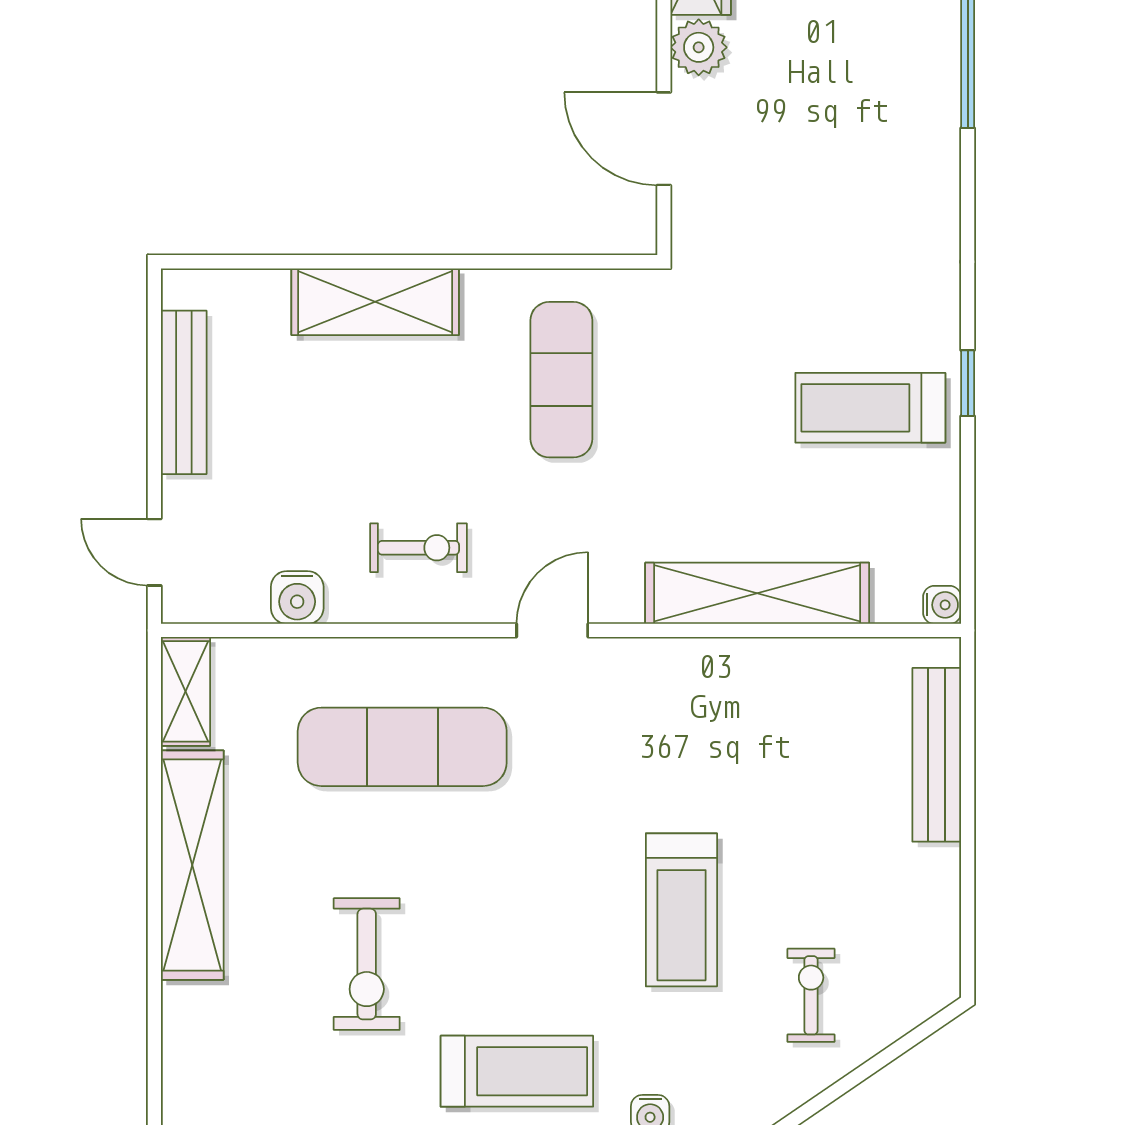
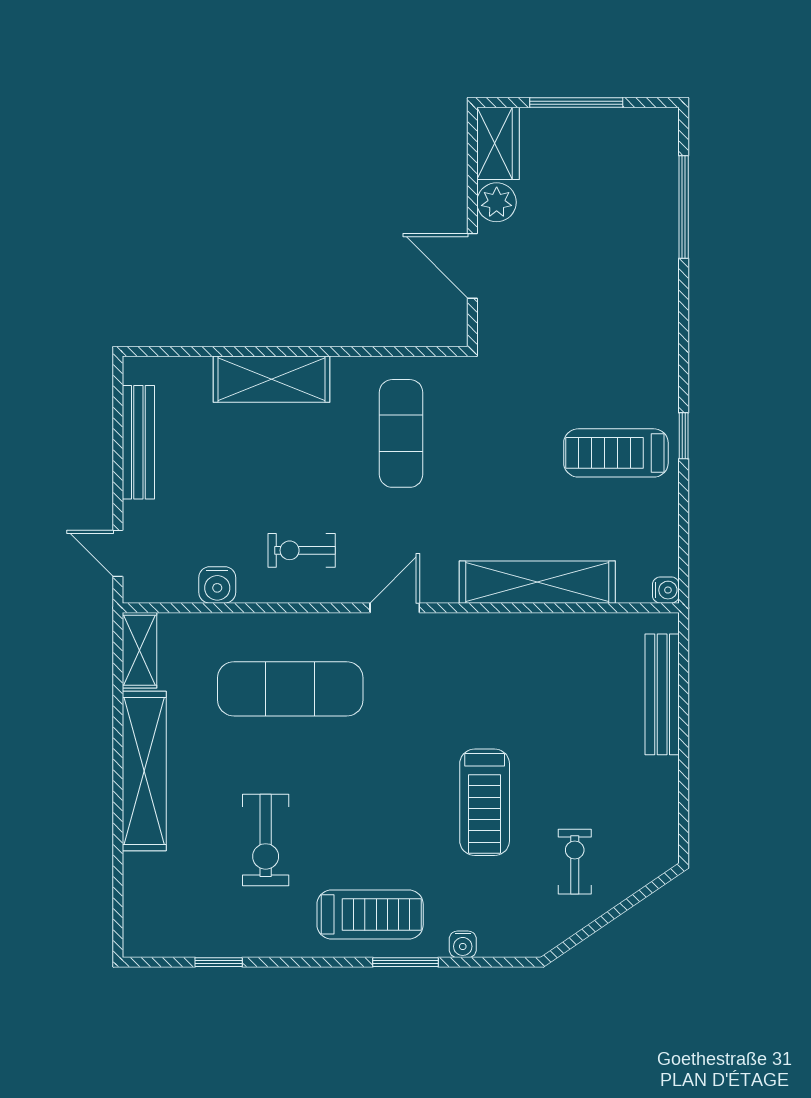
exercise bike: (418, 548) -> (302, 550), turned 180

